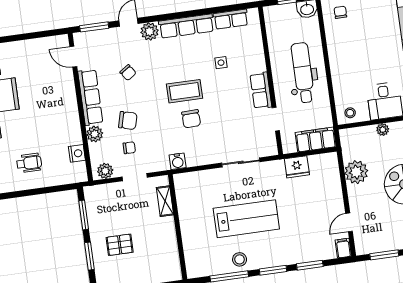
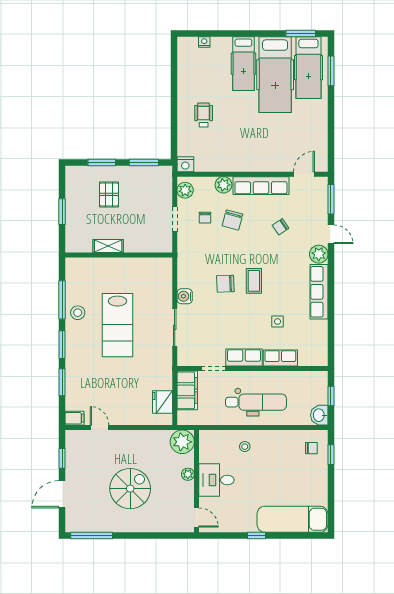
row of seats: (231, 19) -> (280, 358), moved, turned 90
coffee table: (184, 91) -> (254, 281), width x0.73, depth x0.77
stool: (350, 113) -> (245, 447), moved
filing cabinet: (316, 140) -> (187, 390), moved
nightstand: (77, 153) -> (185, 164), moved
water cooler: (178, 161) -> (185, 296), moved
wheelchair: (29, 163) -> (204, 115), turned 180
fridge: (297, 167) -> (162, 402), moved
plant: (356, 172) -> (182, 442), moved
shelving: (165, 201) -> (108, 246), moved
window: (384, 255) -> (62, 458), width x0.67

